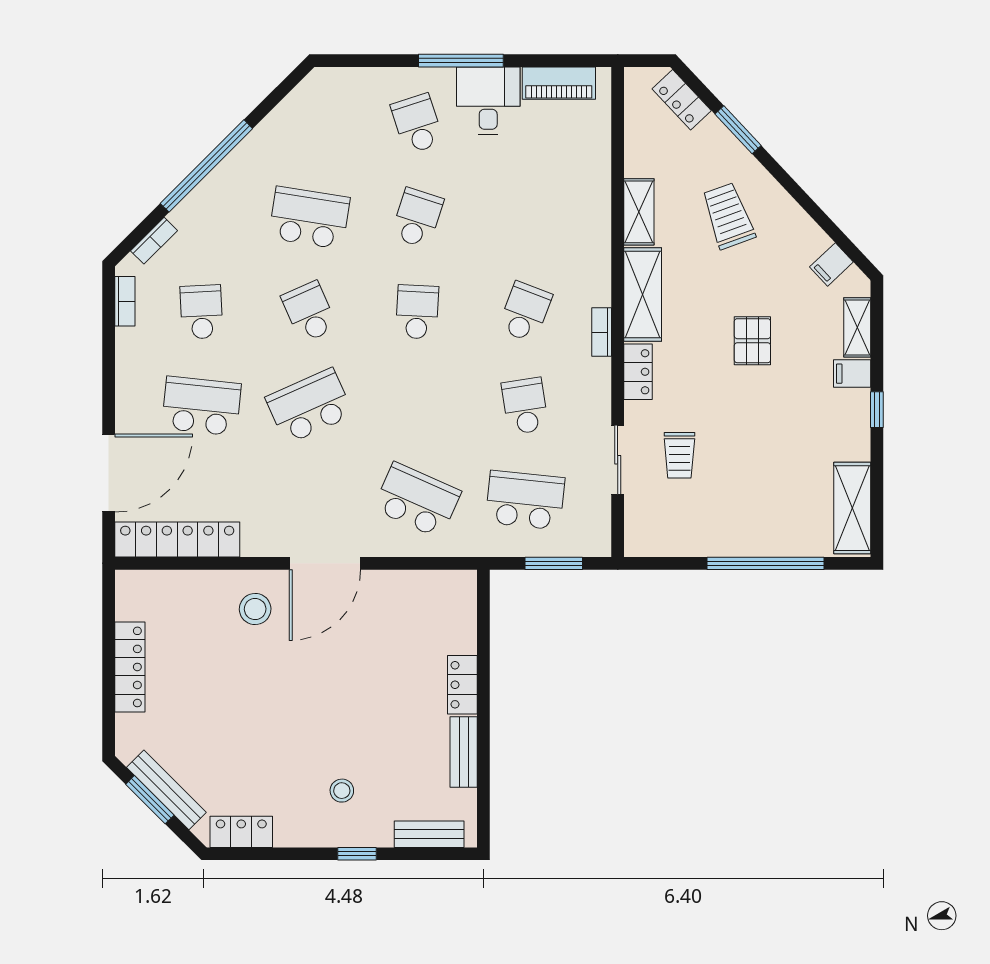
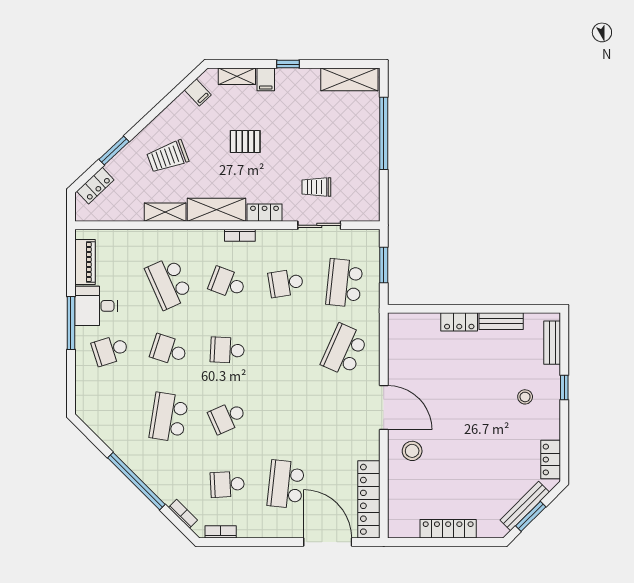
school desk: (309, 406) -> (169, 283), moved
trolley: (679, 455) -> (316, 187), turned 180

